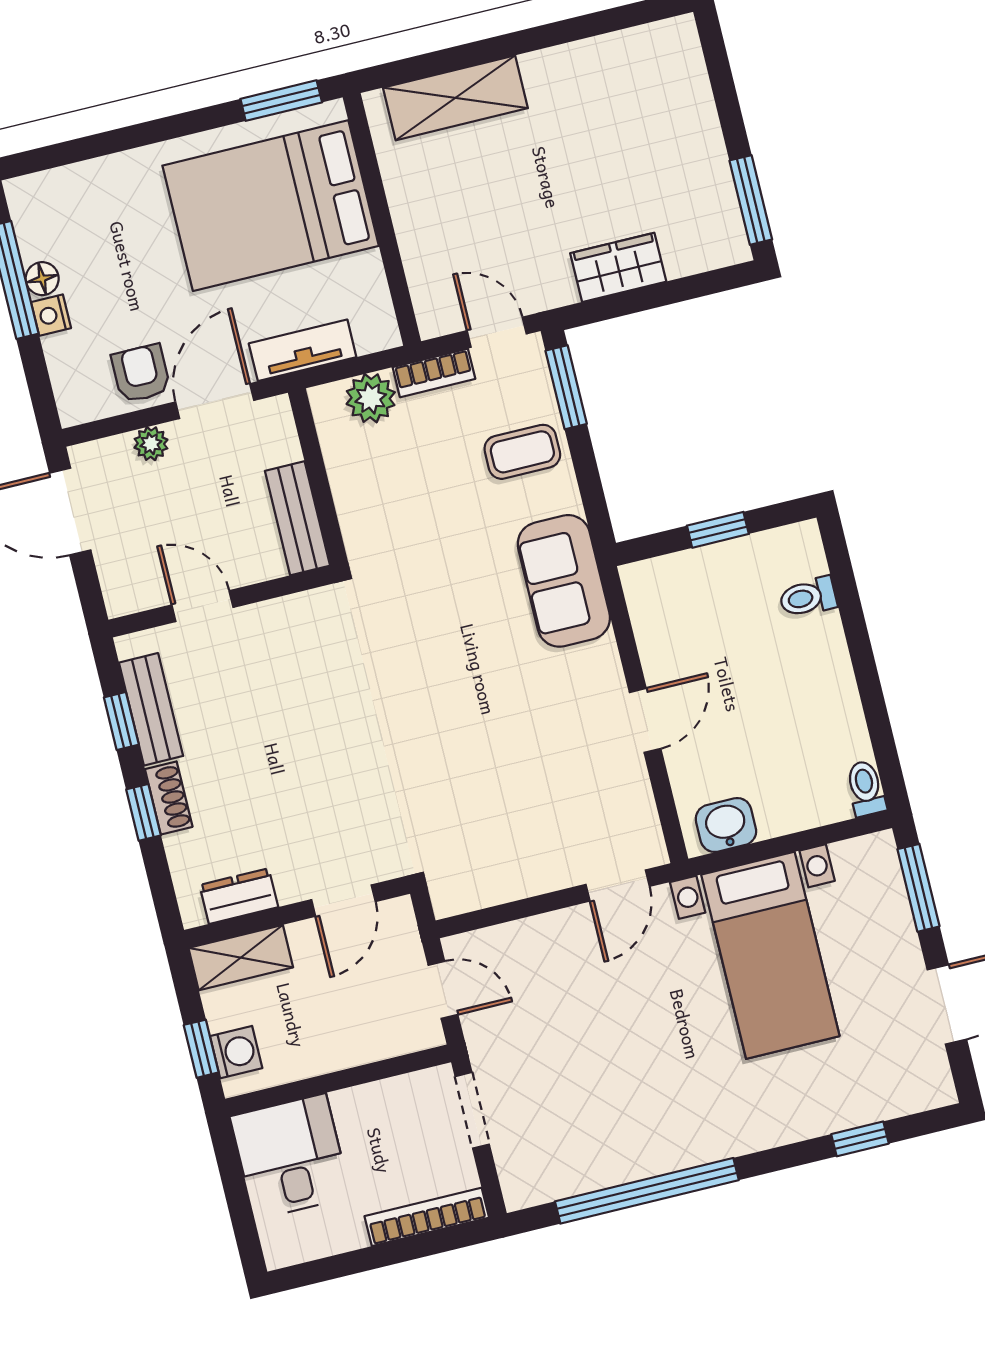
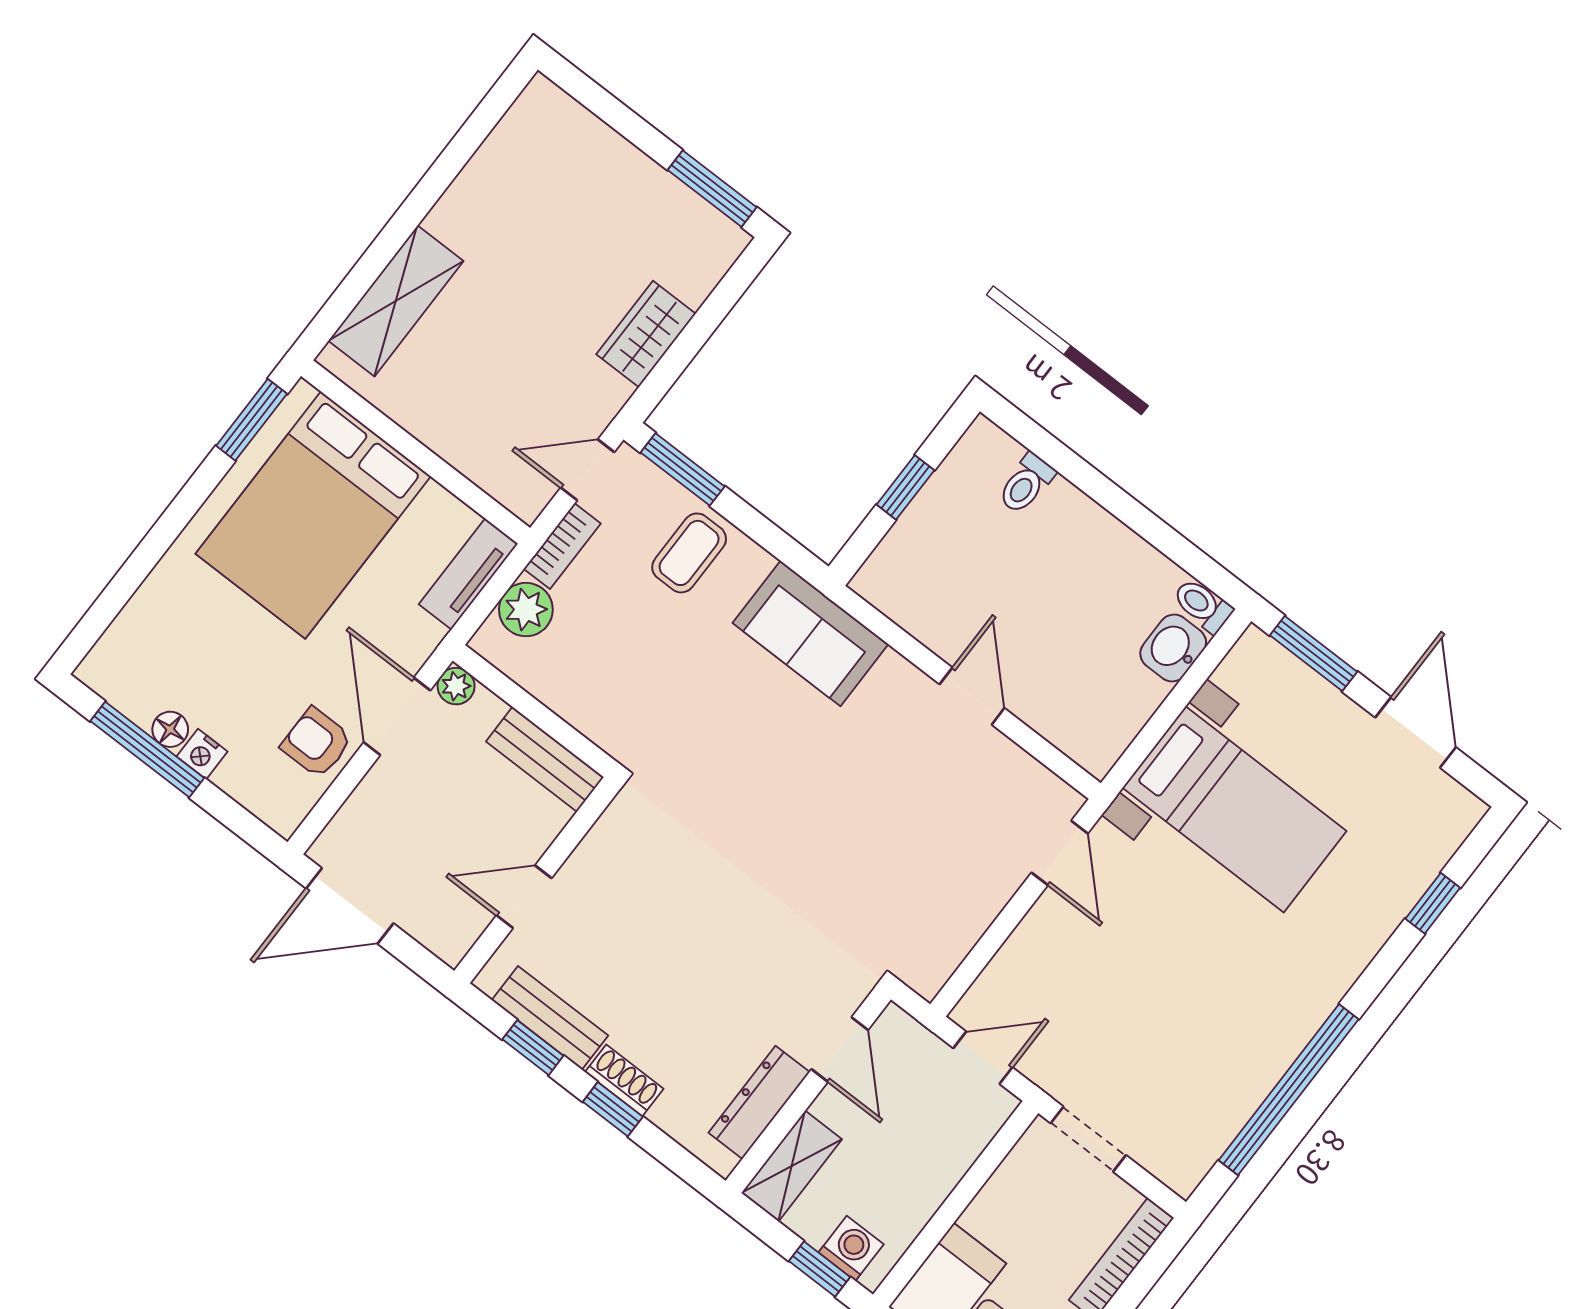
tv unit: (303, 350) -> (468, 574), moved
plant: (151, 444) -> (456, 686), moved
washbasin: (726, 825) -> (1173, 648), moved
dresser: (239, 896) -> (759, 1102), width x1.44

